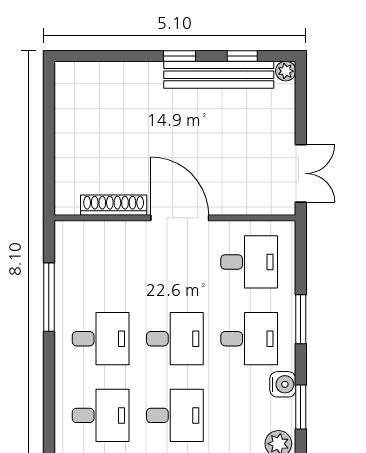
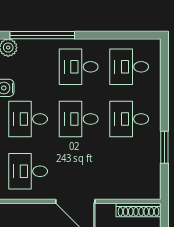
shoe rack: (114, 205) -> (138, 210), moved
window: (49, 297) -> (164, 147), width x0.69

